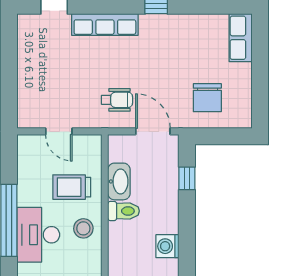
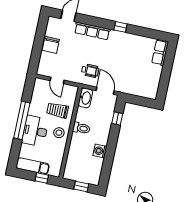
chair: (207, 98) -> (51, 45), moved
washbasin: (119, 181) -> (85, 98), moved

